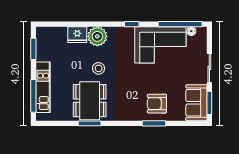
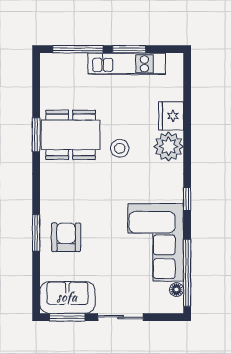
window: (33, 49) -> (129, 49), moved
kitchen unit: (43, 87) -> (127, 64), moved

